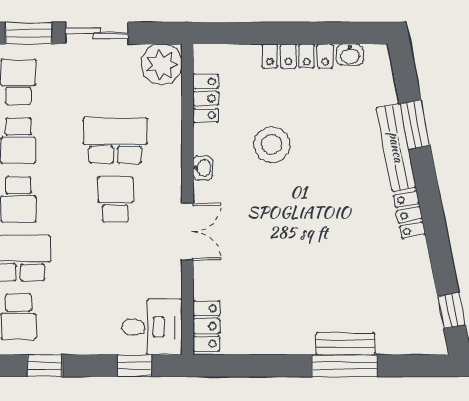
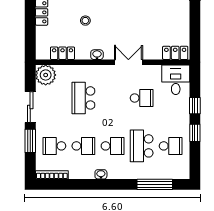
stool: (272, 145) -> (85, 21), width x0.53, depth x0.53
school desk: (115, 199) -> (142, 98), moved, turned 180
window: (135, 366) -> (195, 106), moved

